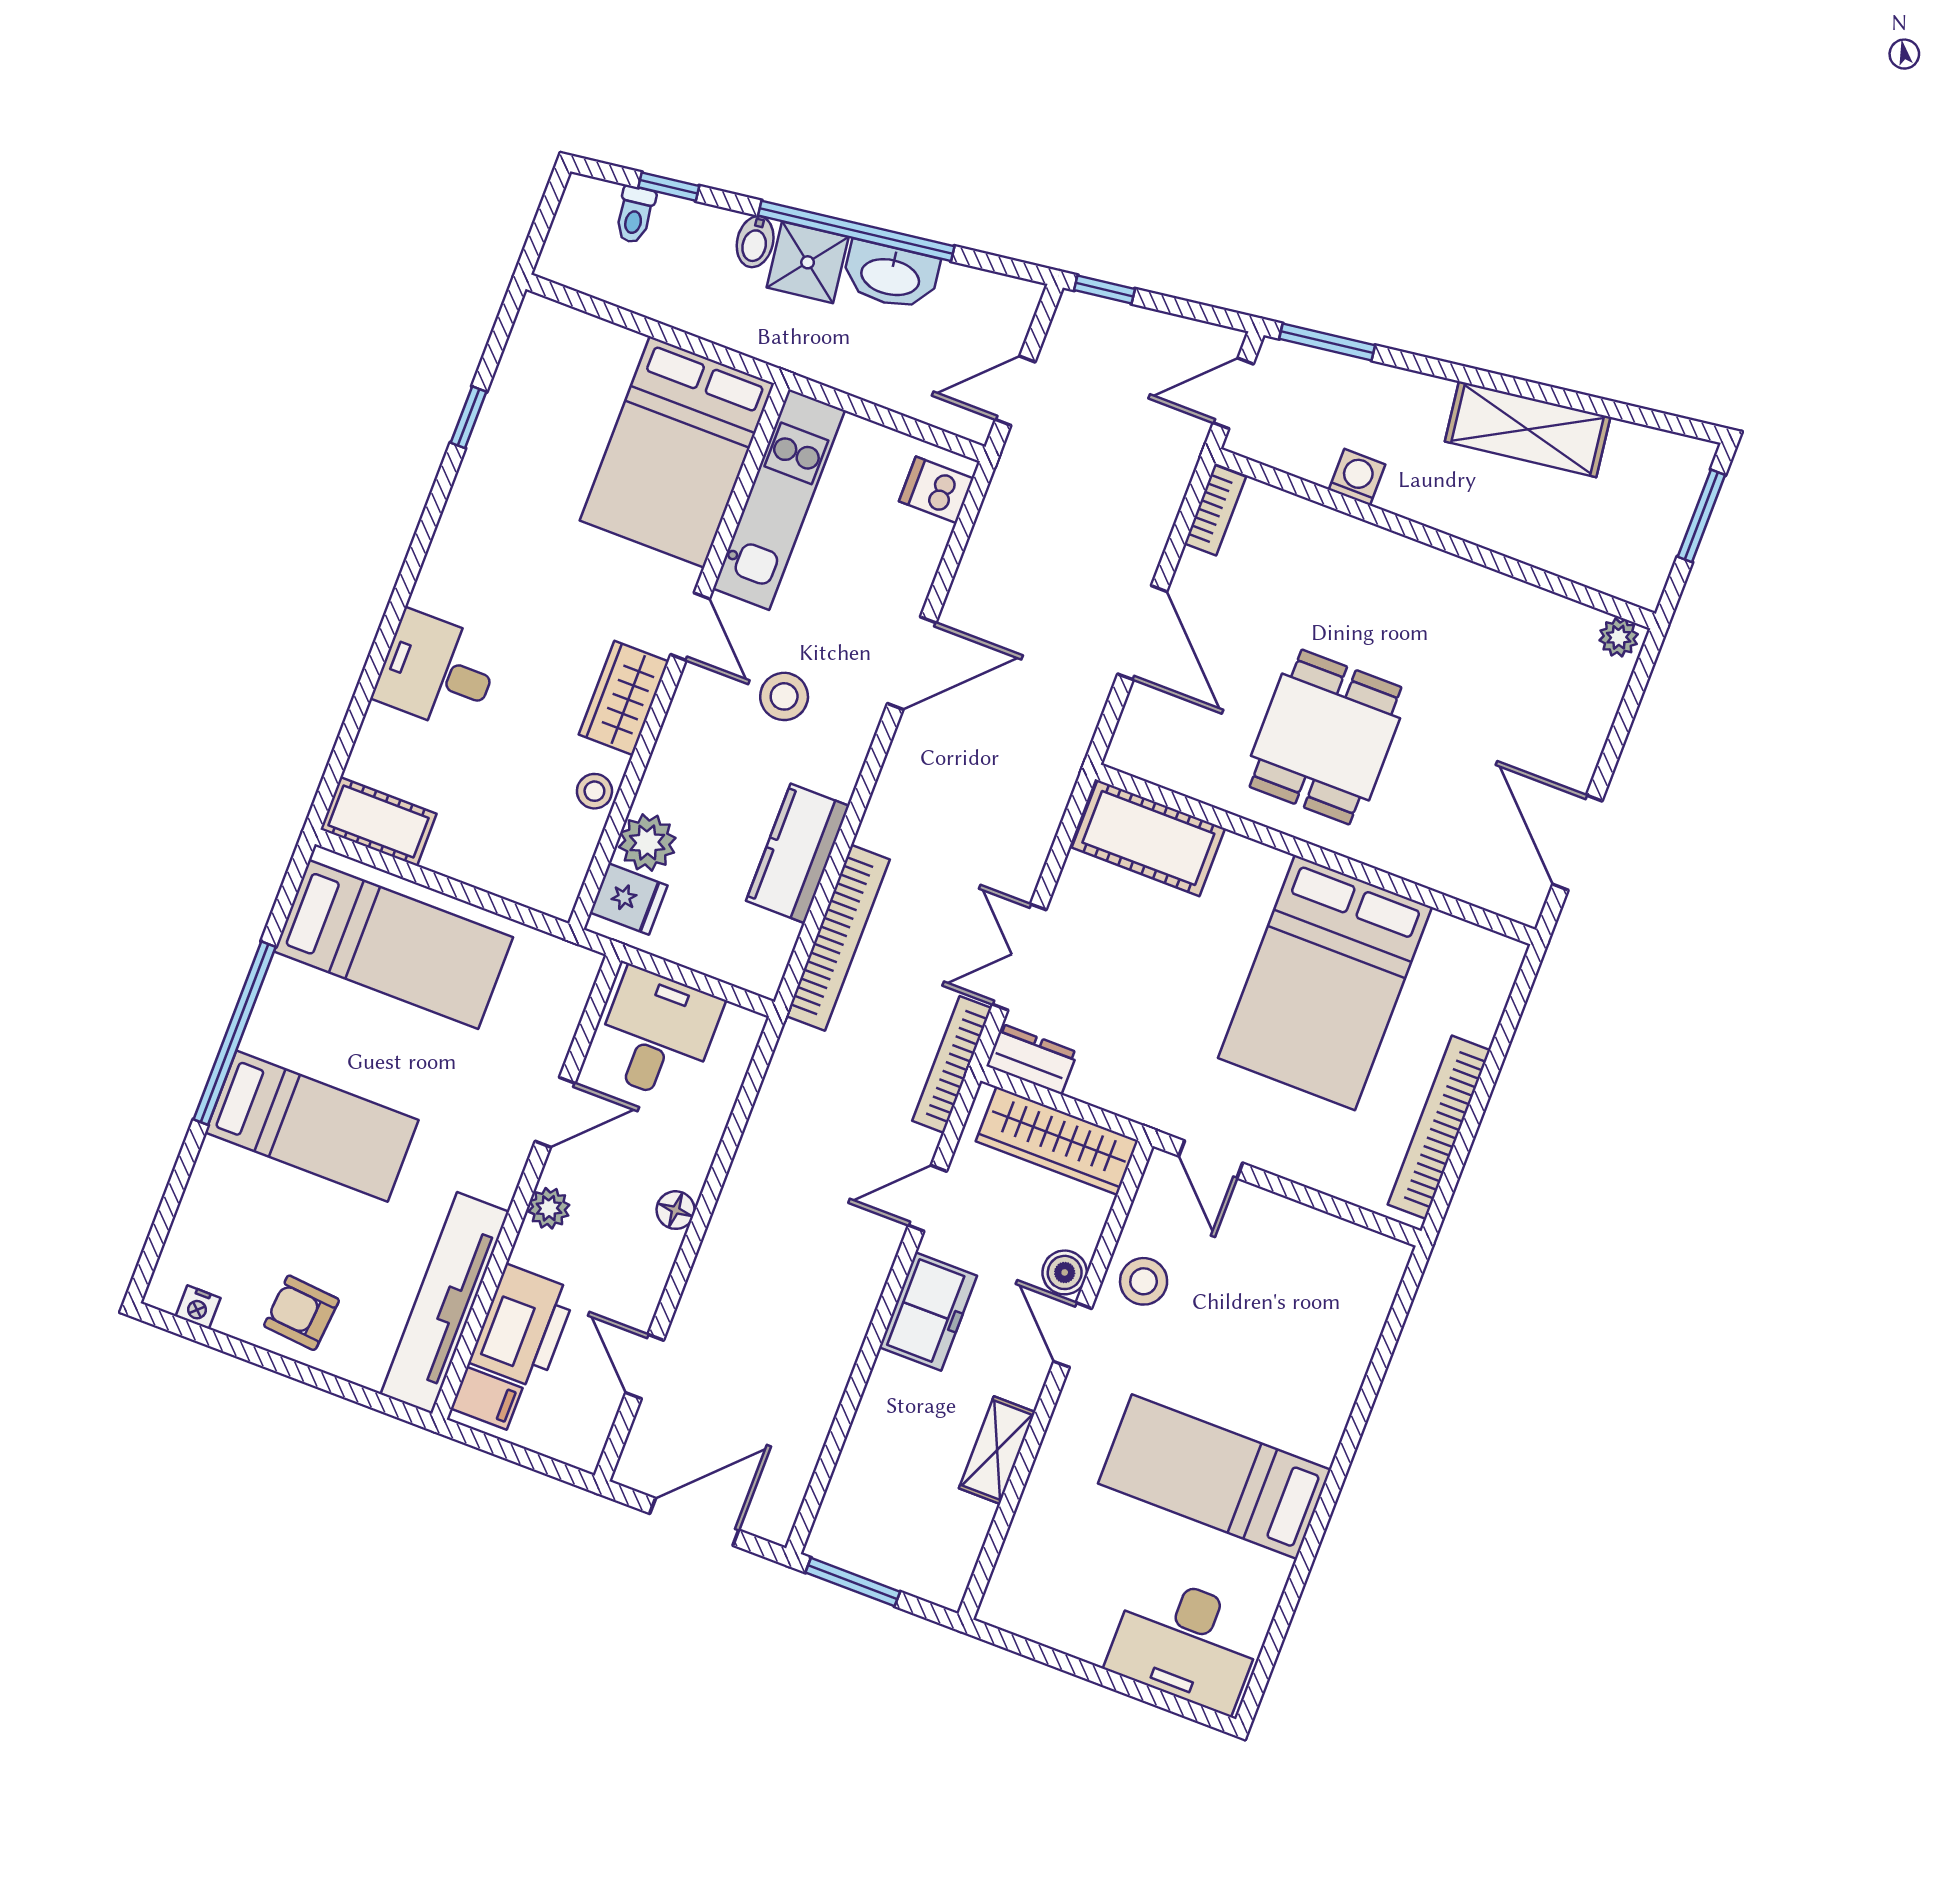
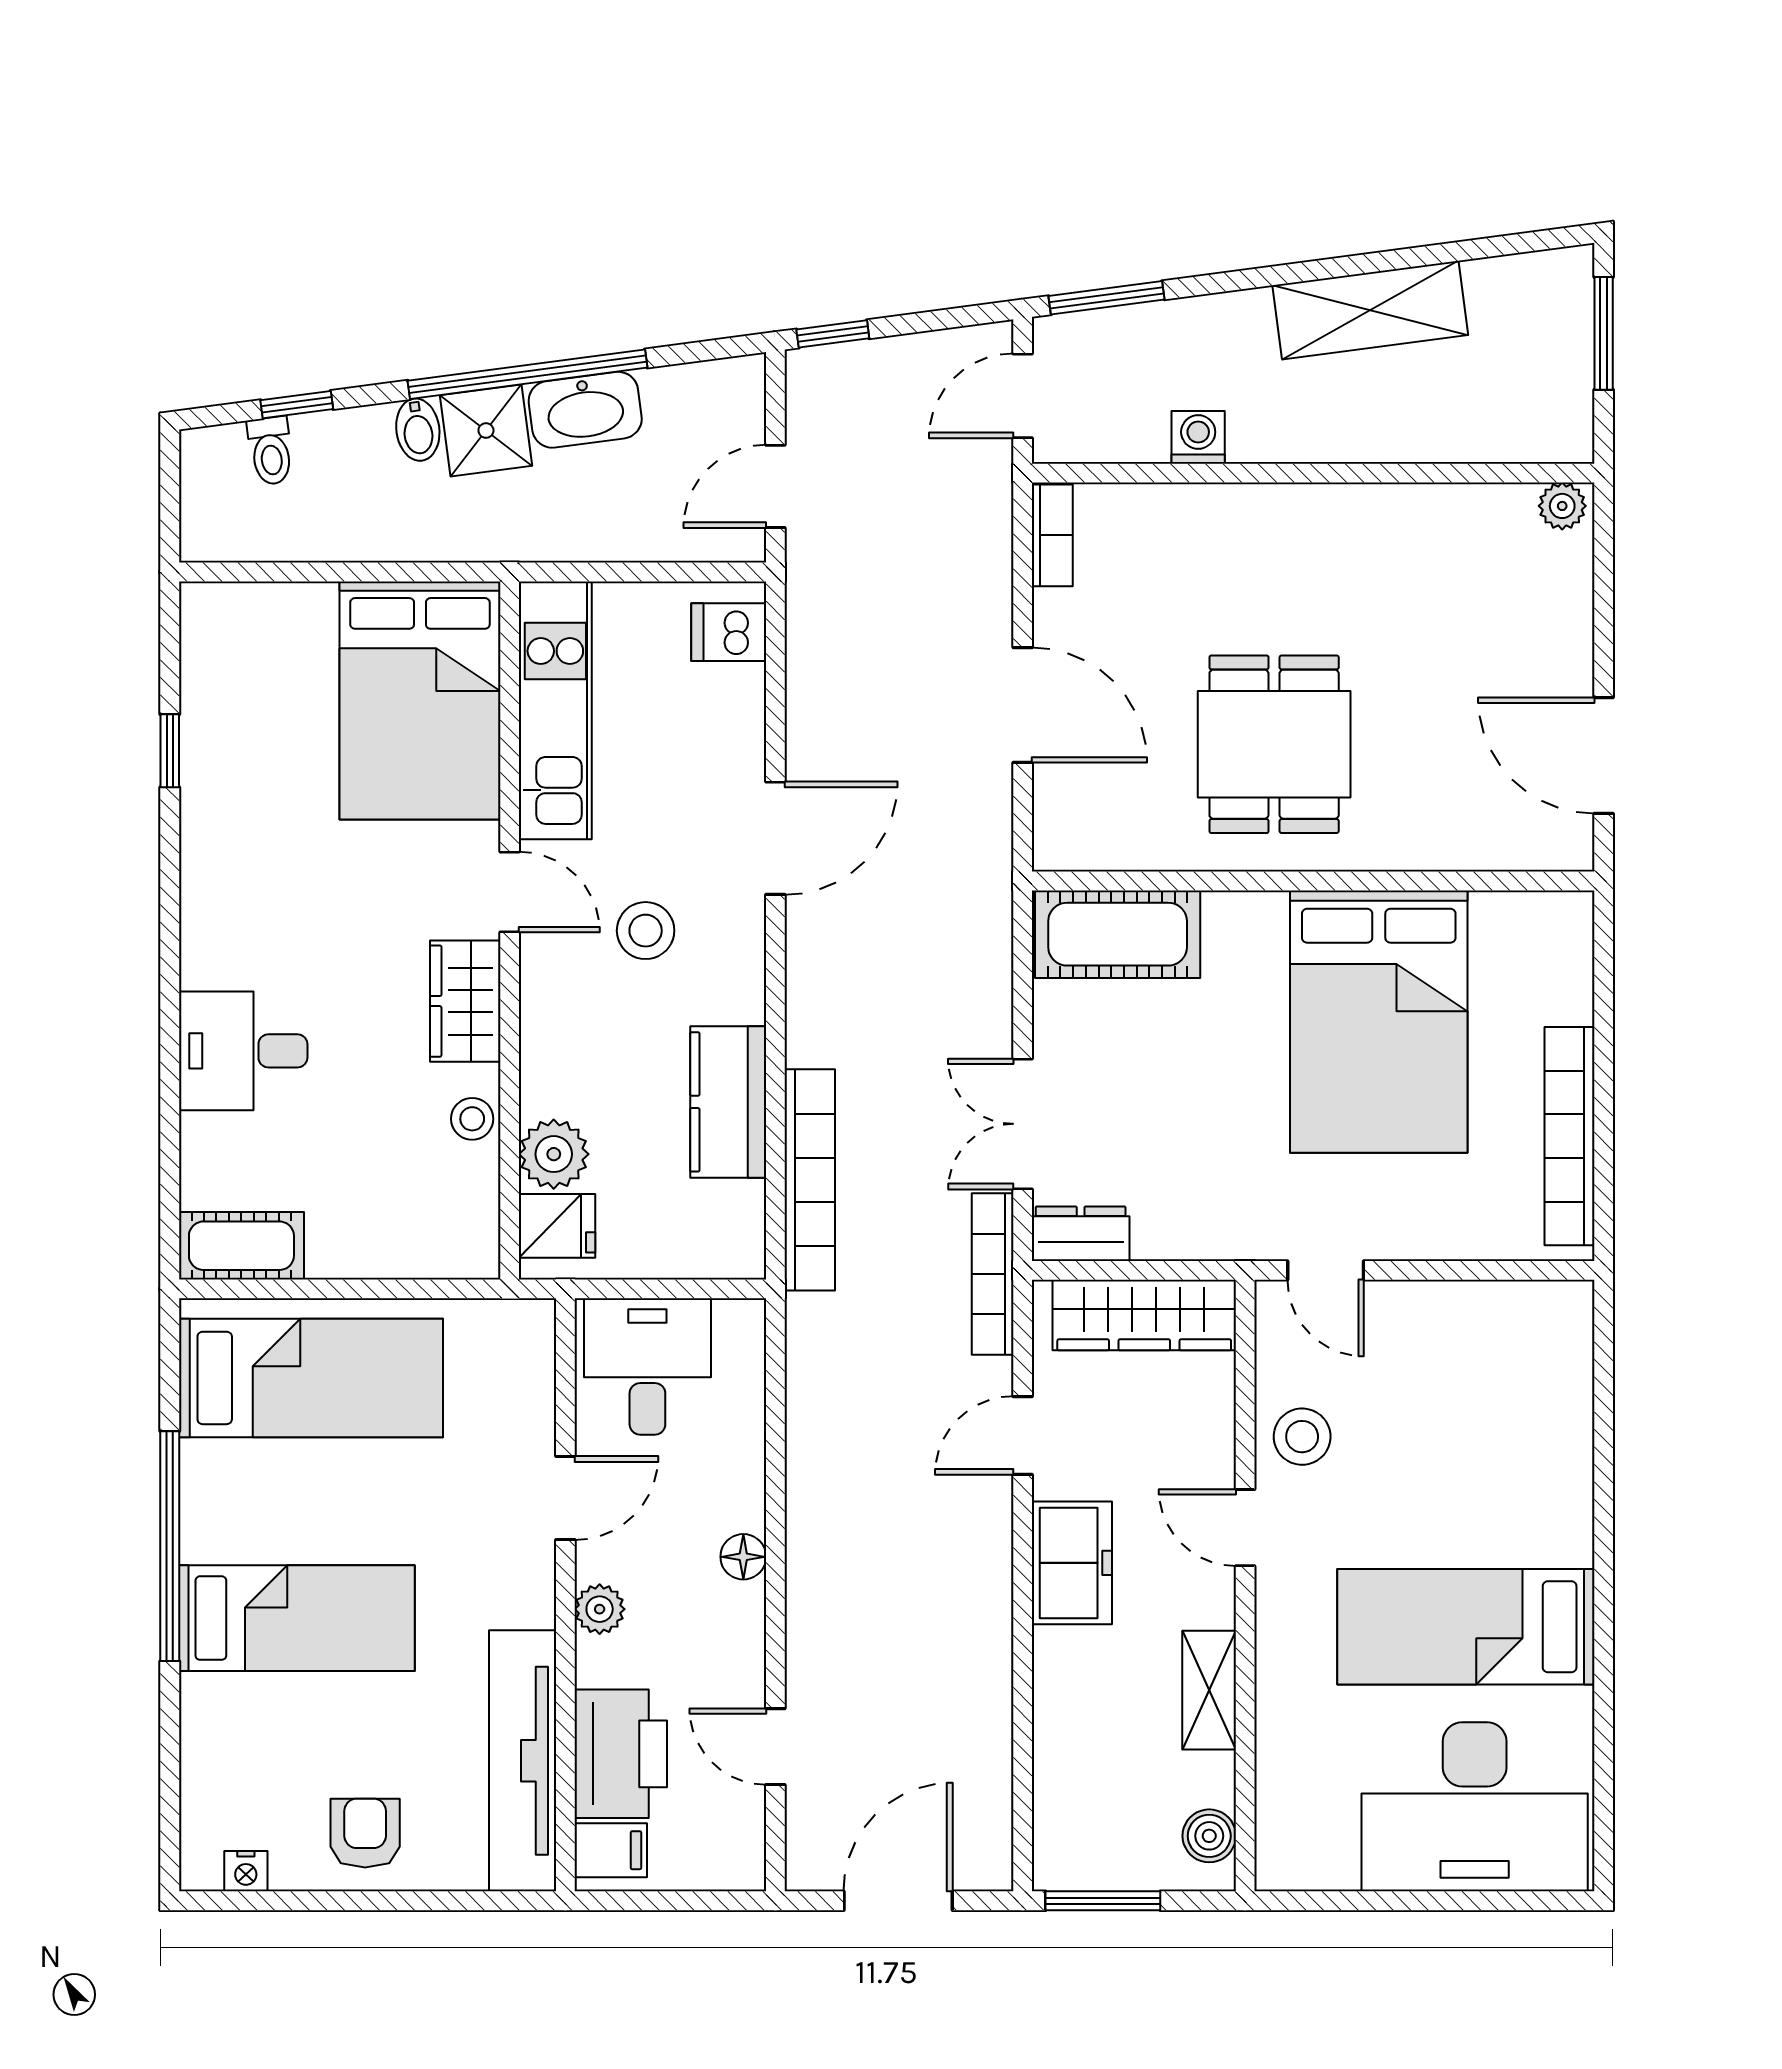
boiler: (1065, 1272) -> (1209, 1836), moved
armchair: (301, 1313) -> (365, 1833), turned 85
desk: (1186, 1643) -> (1475, 1807), width x1.36, depth x1.30

